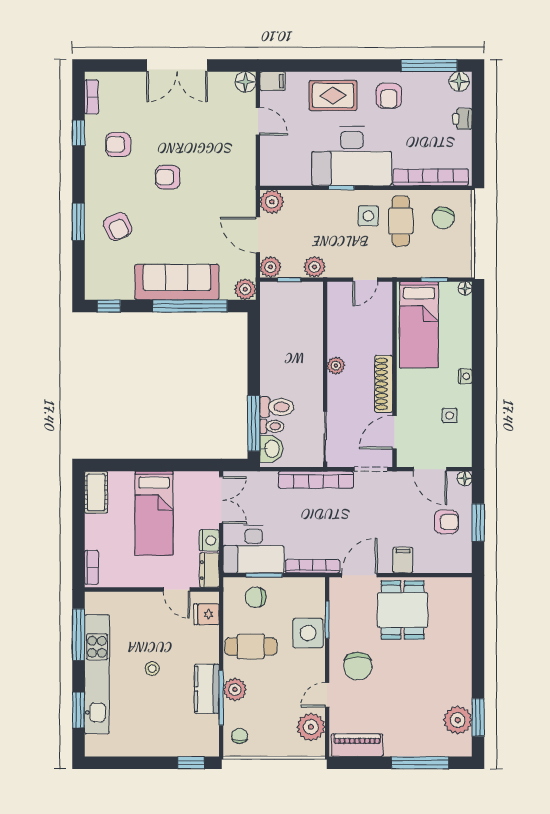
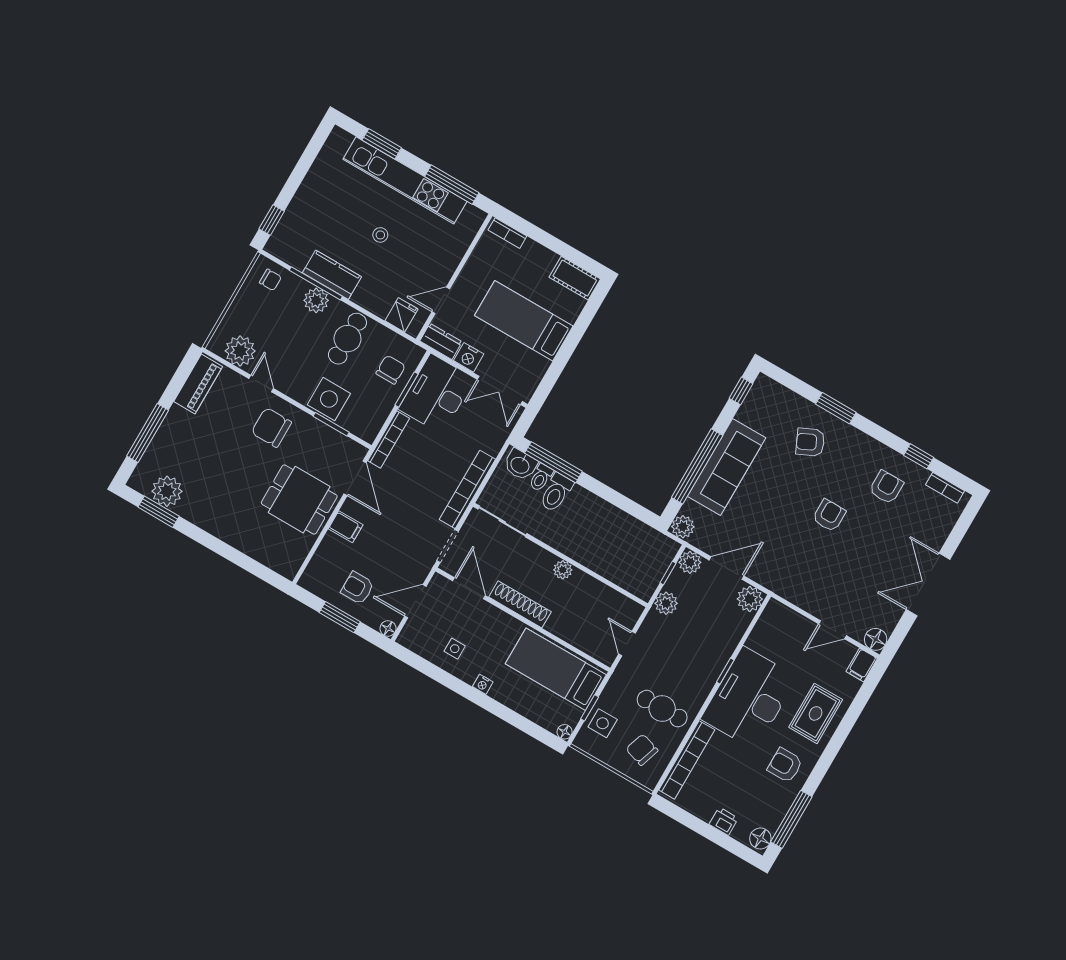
side table: (368, 216) -> (603, 723), moved
armchair: (446, 522) -> (357, 588), turned 90

